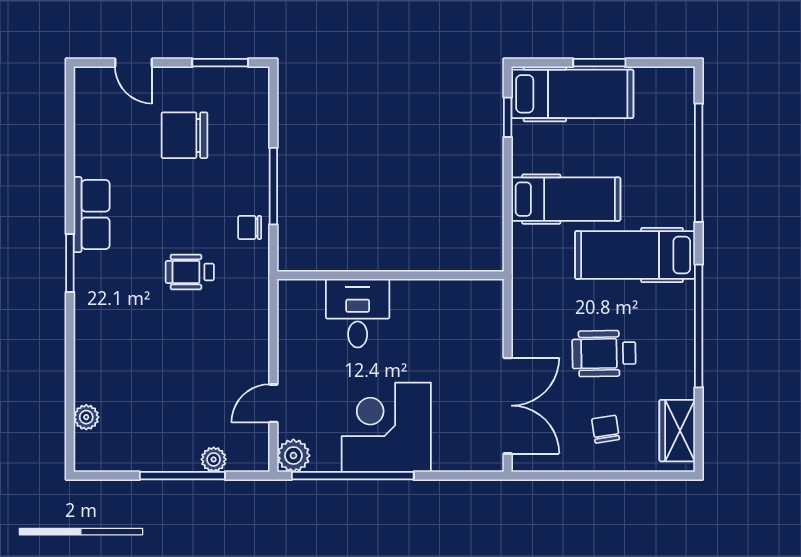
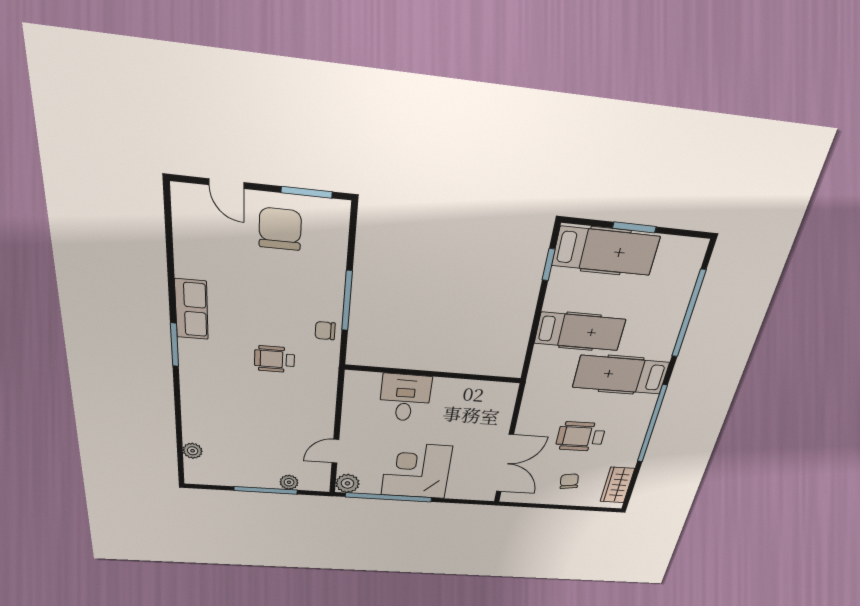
chair: (185, 135) -> (280, 229), moved, turned 90

